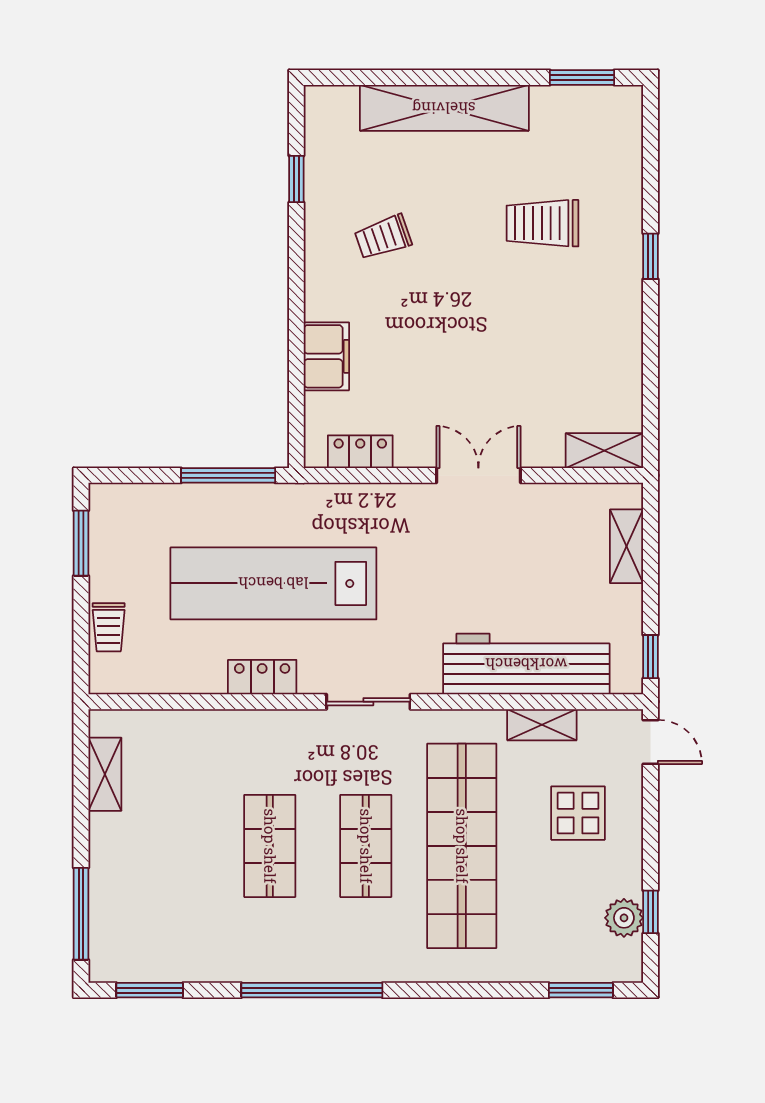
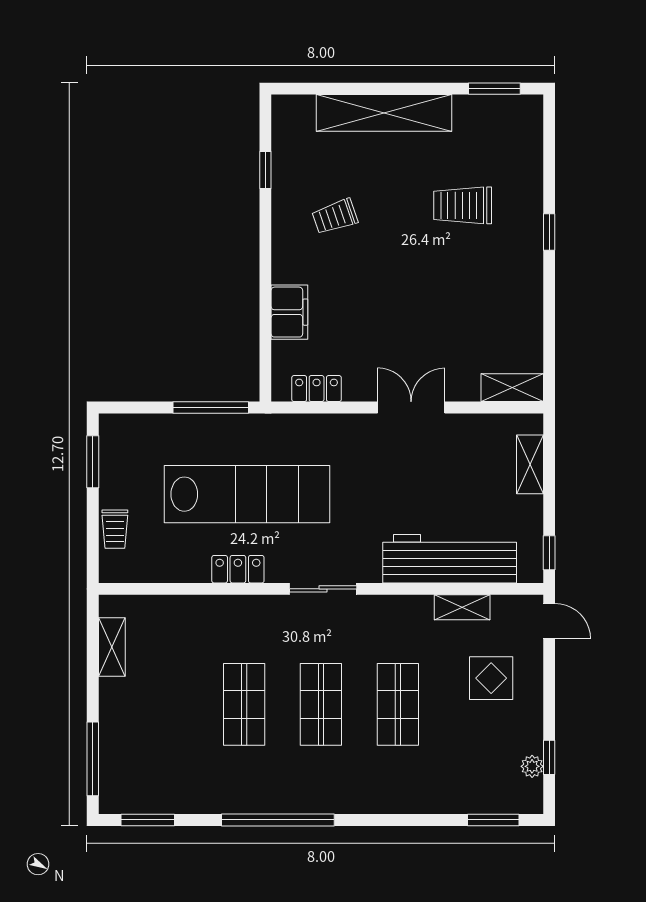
lab bench: (273, 583) -> (247, 494), turned 180
shop shelf: (462, 846) -> (398, 704), width x0.50, depth x0.74
plant: (624, 918) -> (532, 766), width x0.73, depth x0.73

